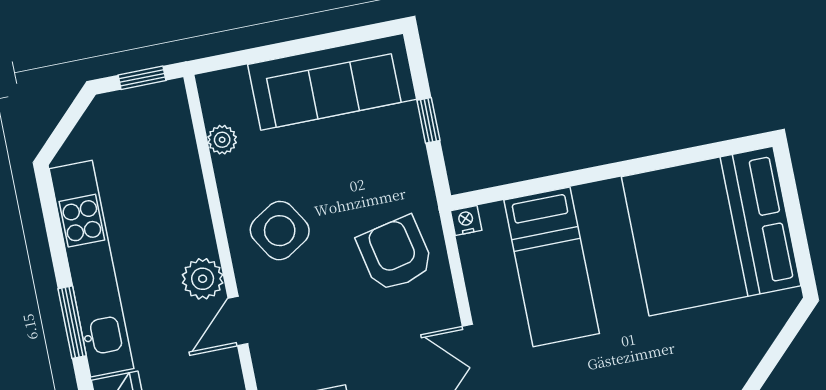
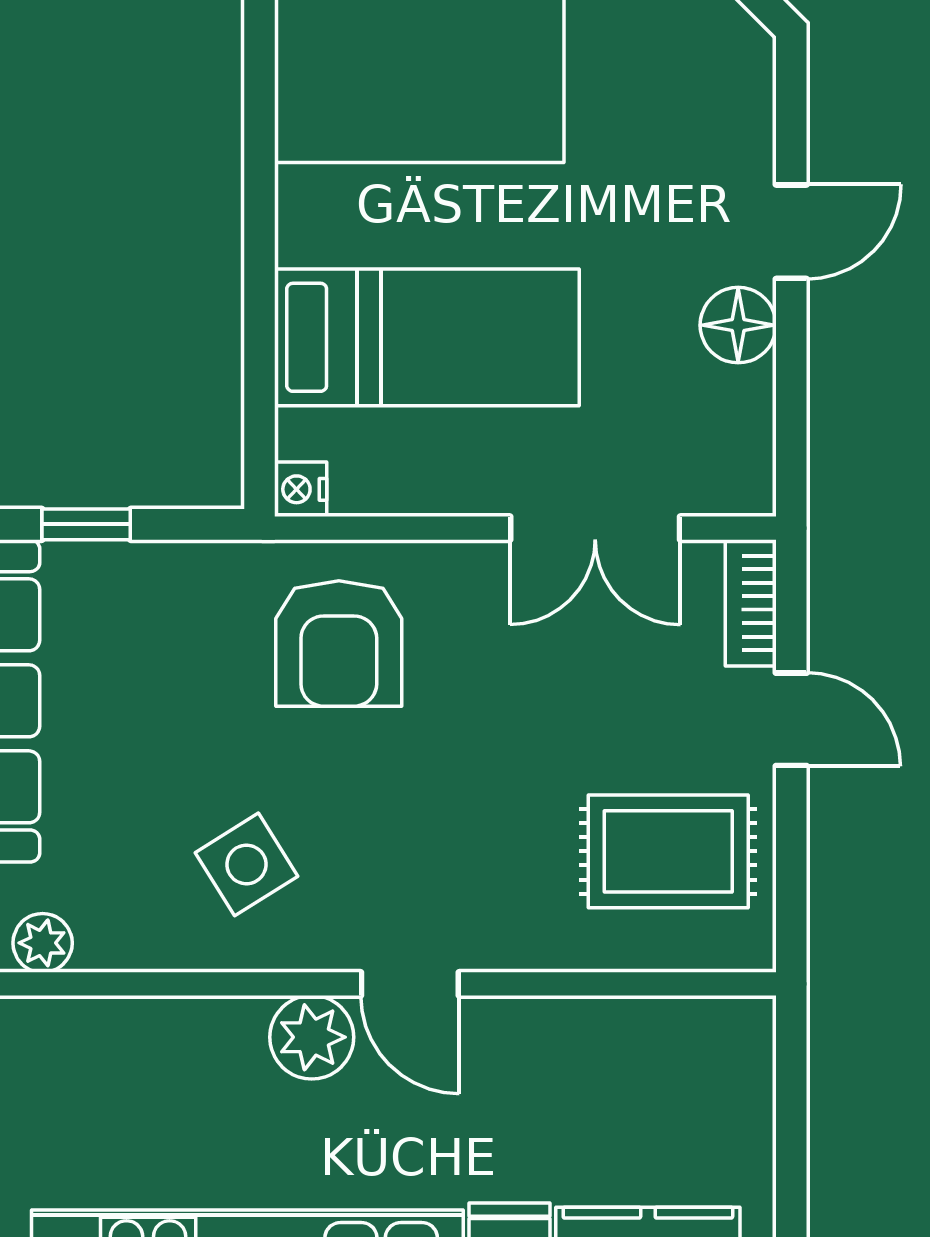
side table: (280, 231) -> (246, 864), width x0.73, depth x0.73
armchair: (395, 254) -> (339, 643), turned -78

